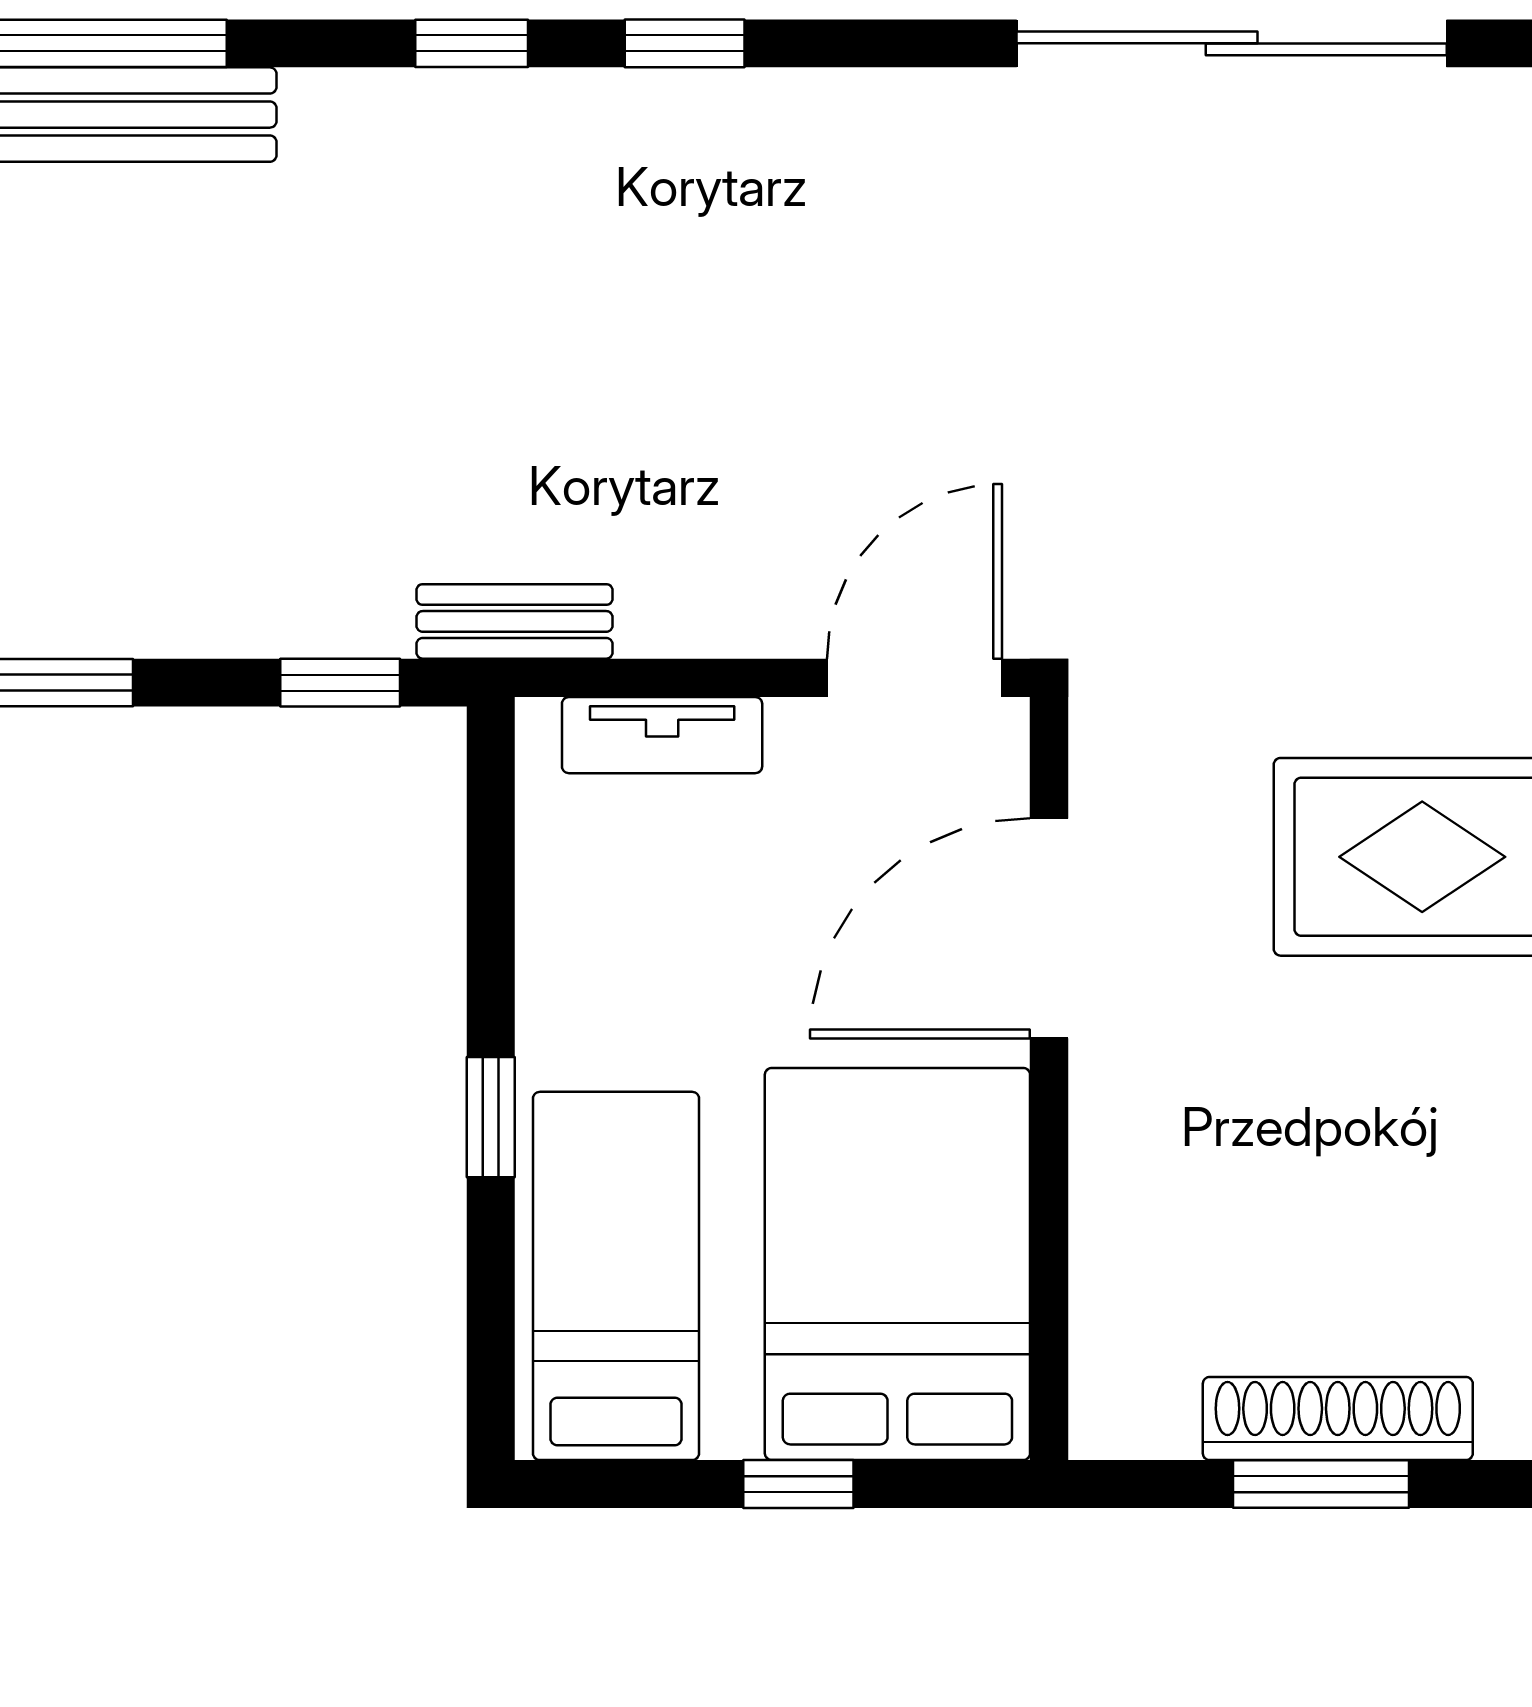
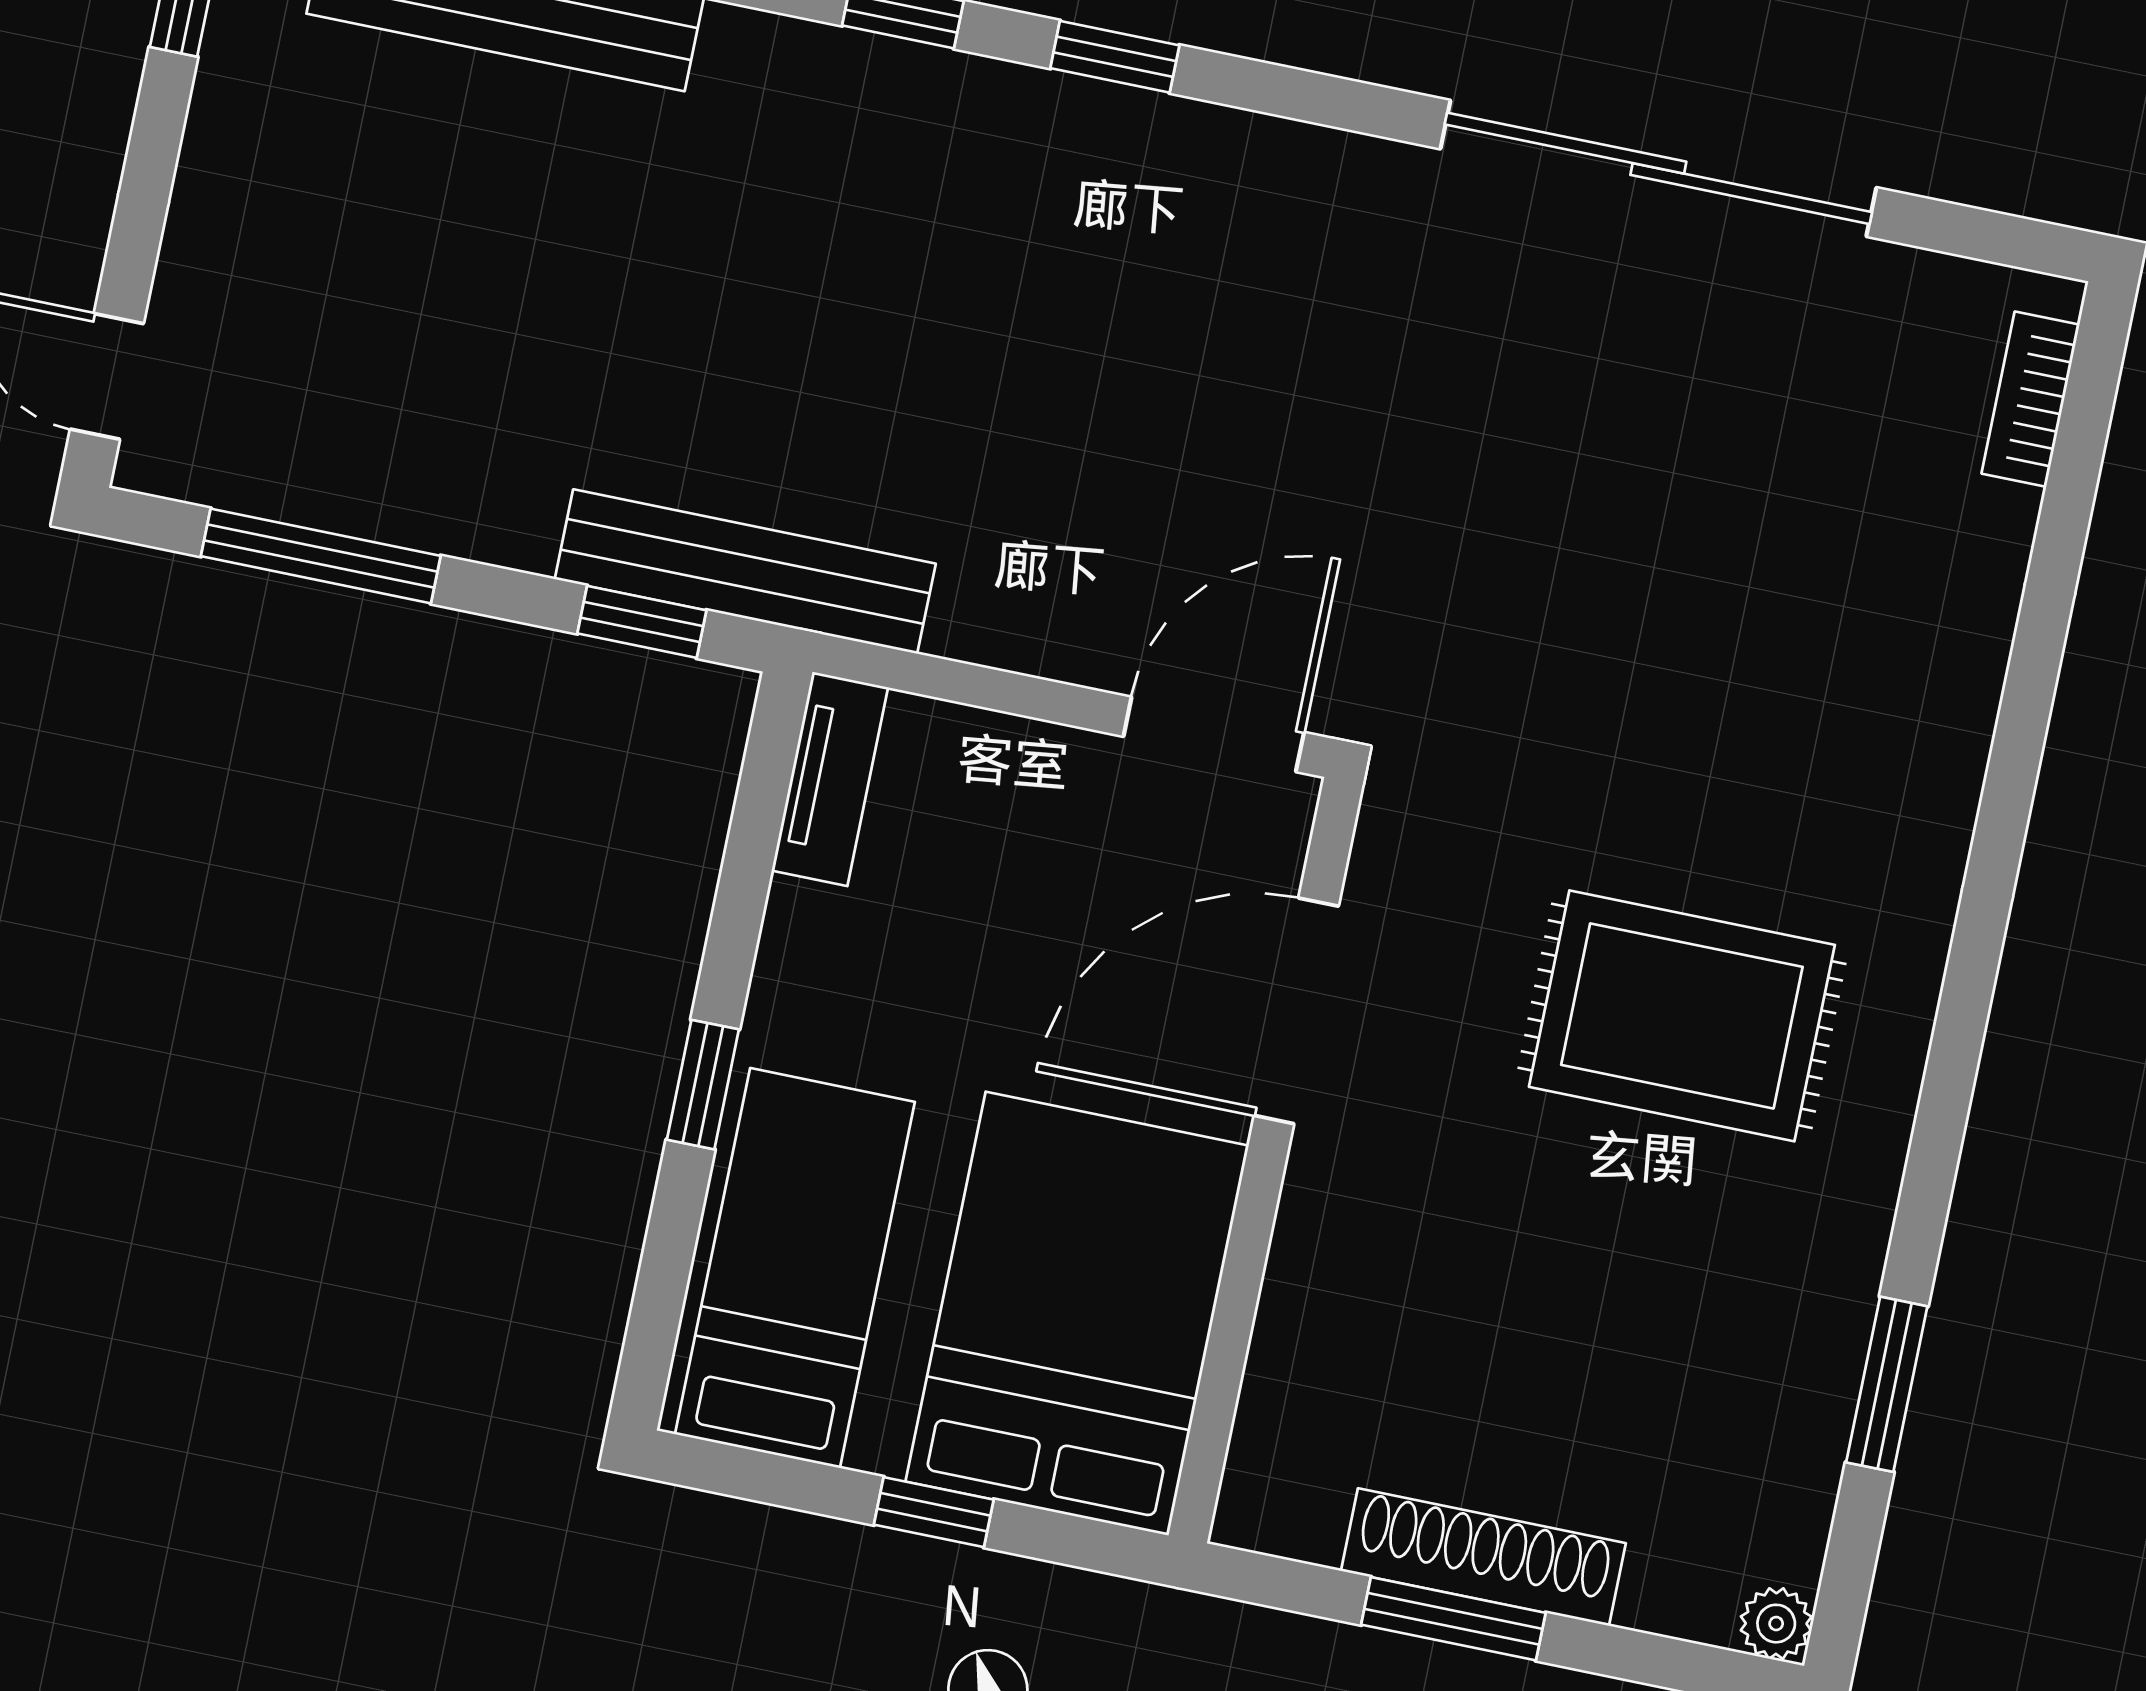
bench: (515, 621) -> (745, 571), width x1.86, depth x1.21
tv unit: (662, 735) -> (830, 779), moved, turned -90

